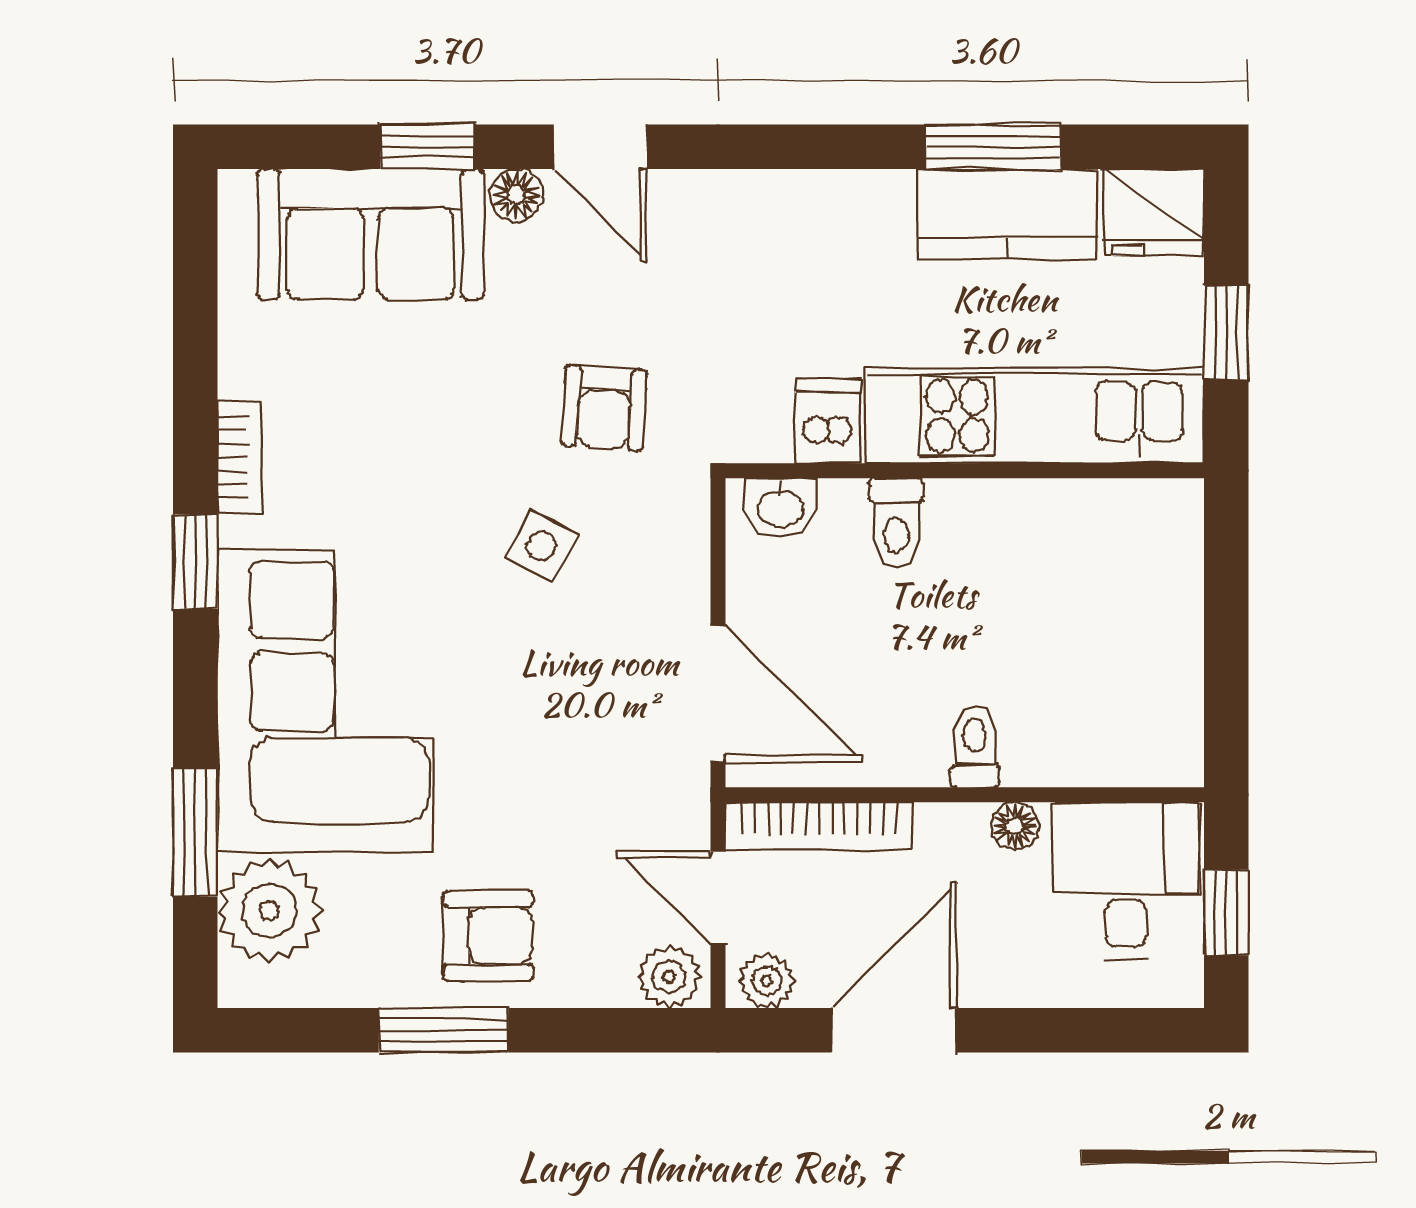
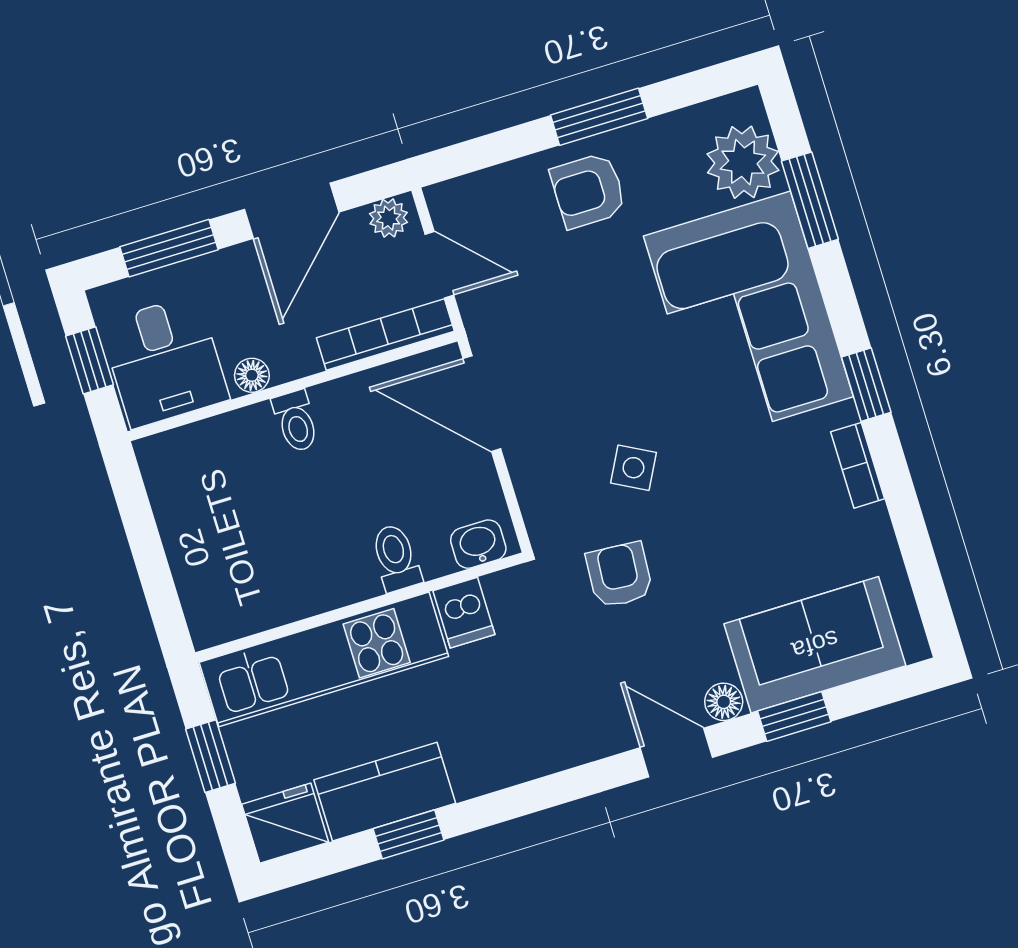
window: (993, 147) -> (409, 834), width x0.67
plant: (669, 977) -> (456, 200), removed
window: (1074, 1030) -> (169, 248), added

